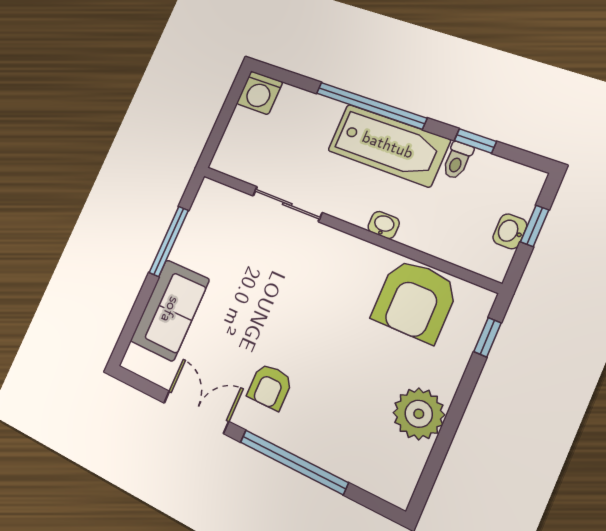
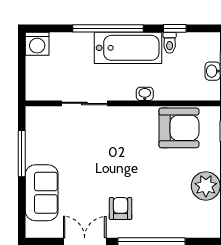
armchair: (415, 300) -> (179, 128), turned -90
armchair: (270, 387) -> (121, 209), turned 180

